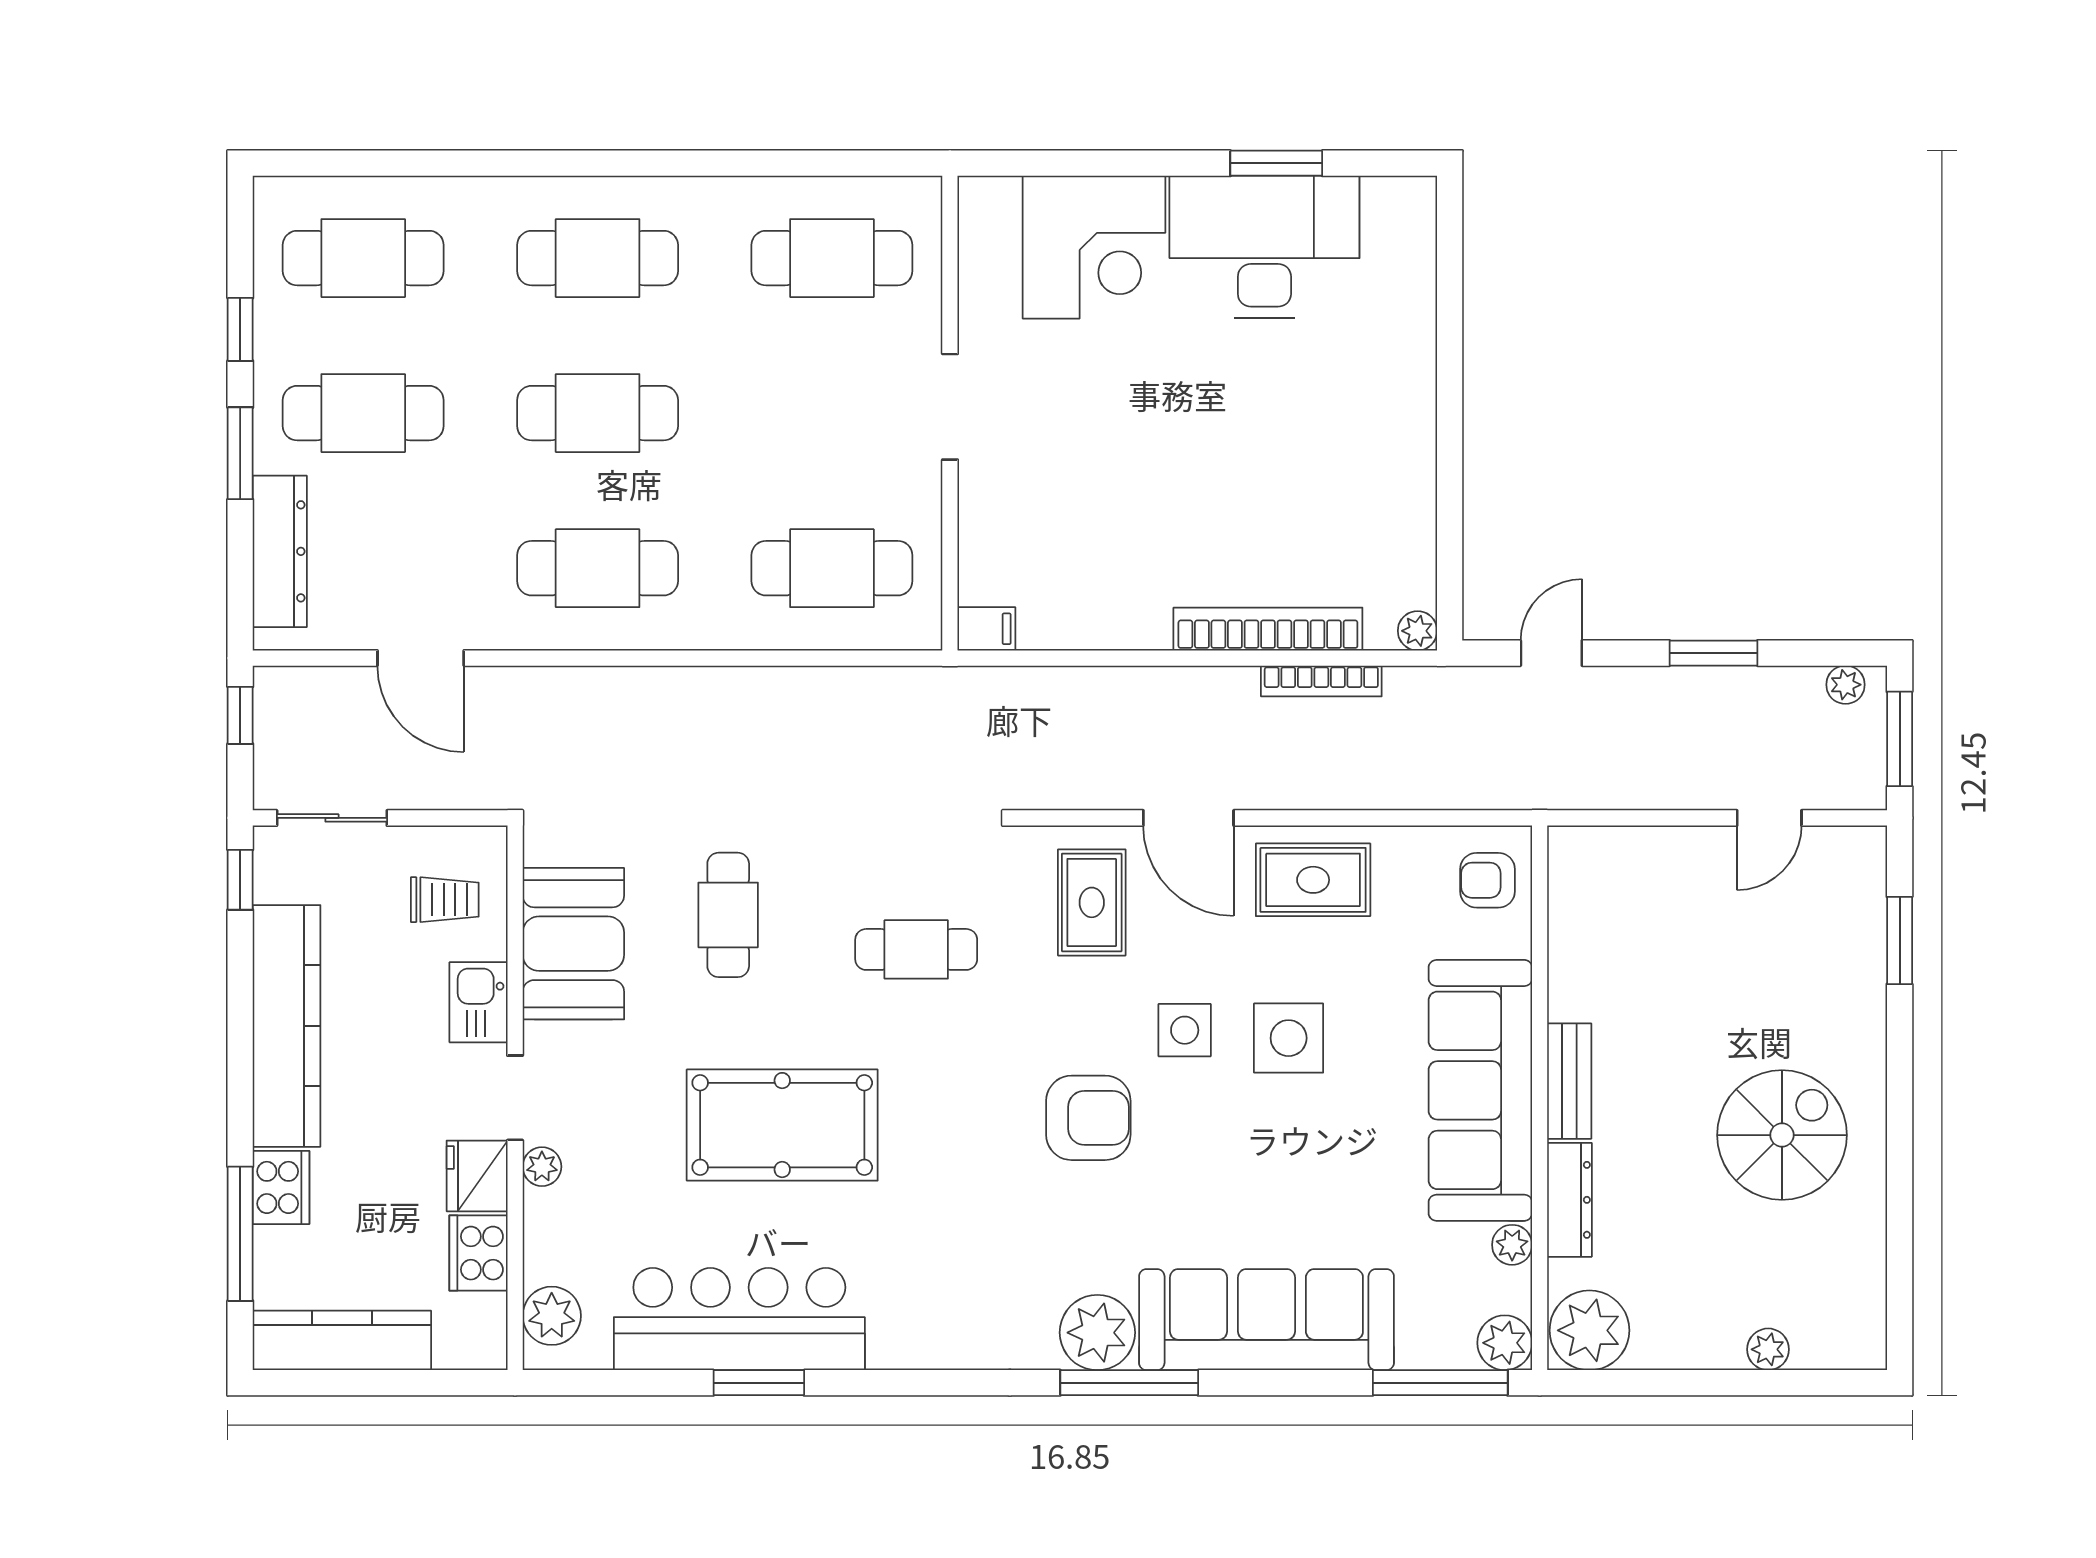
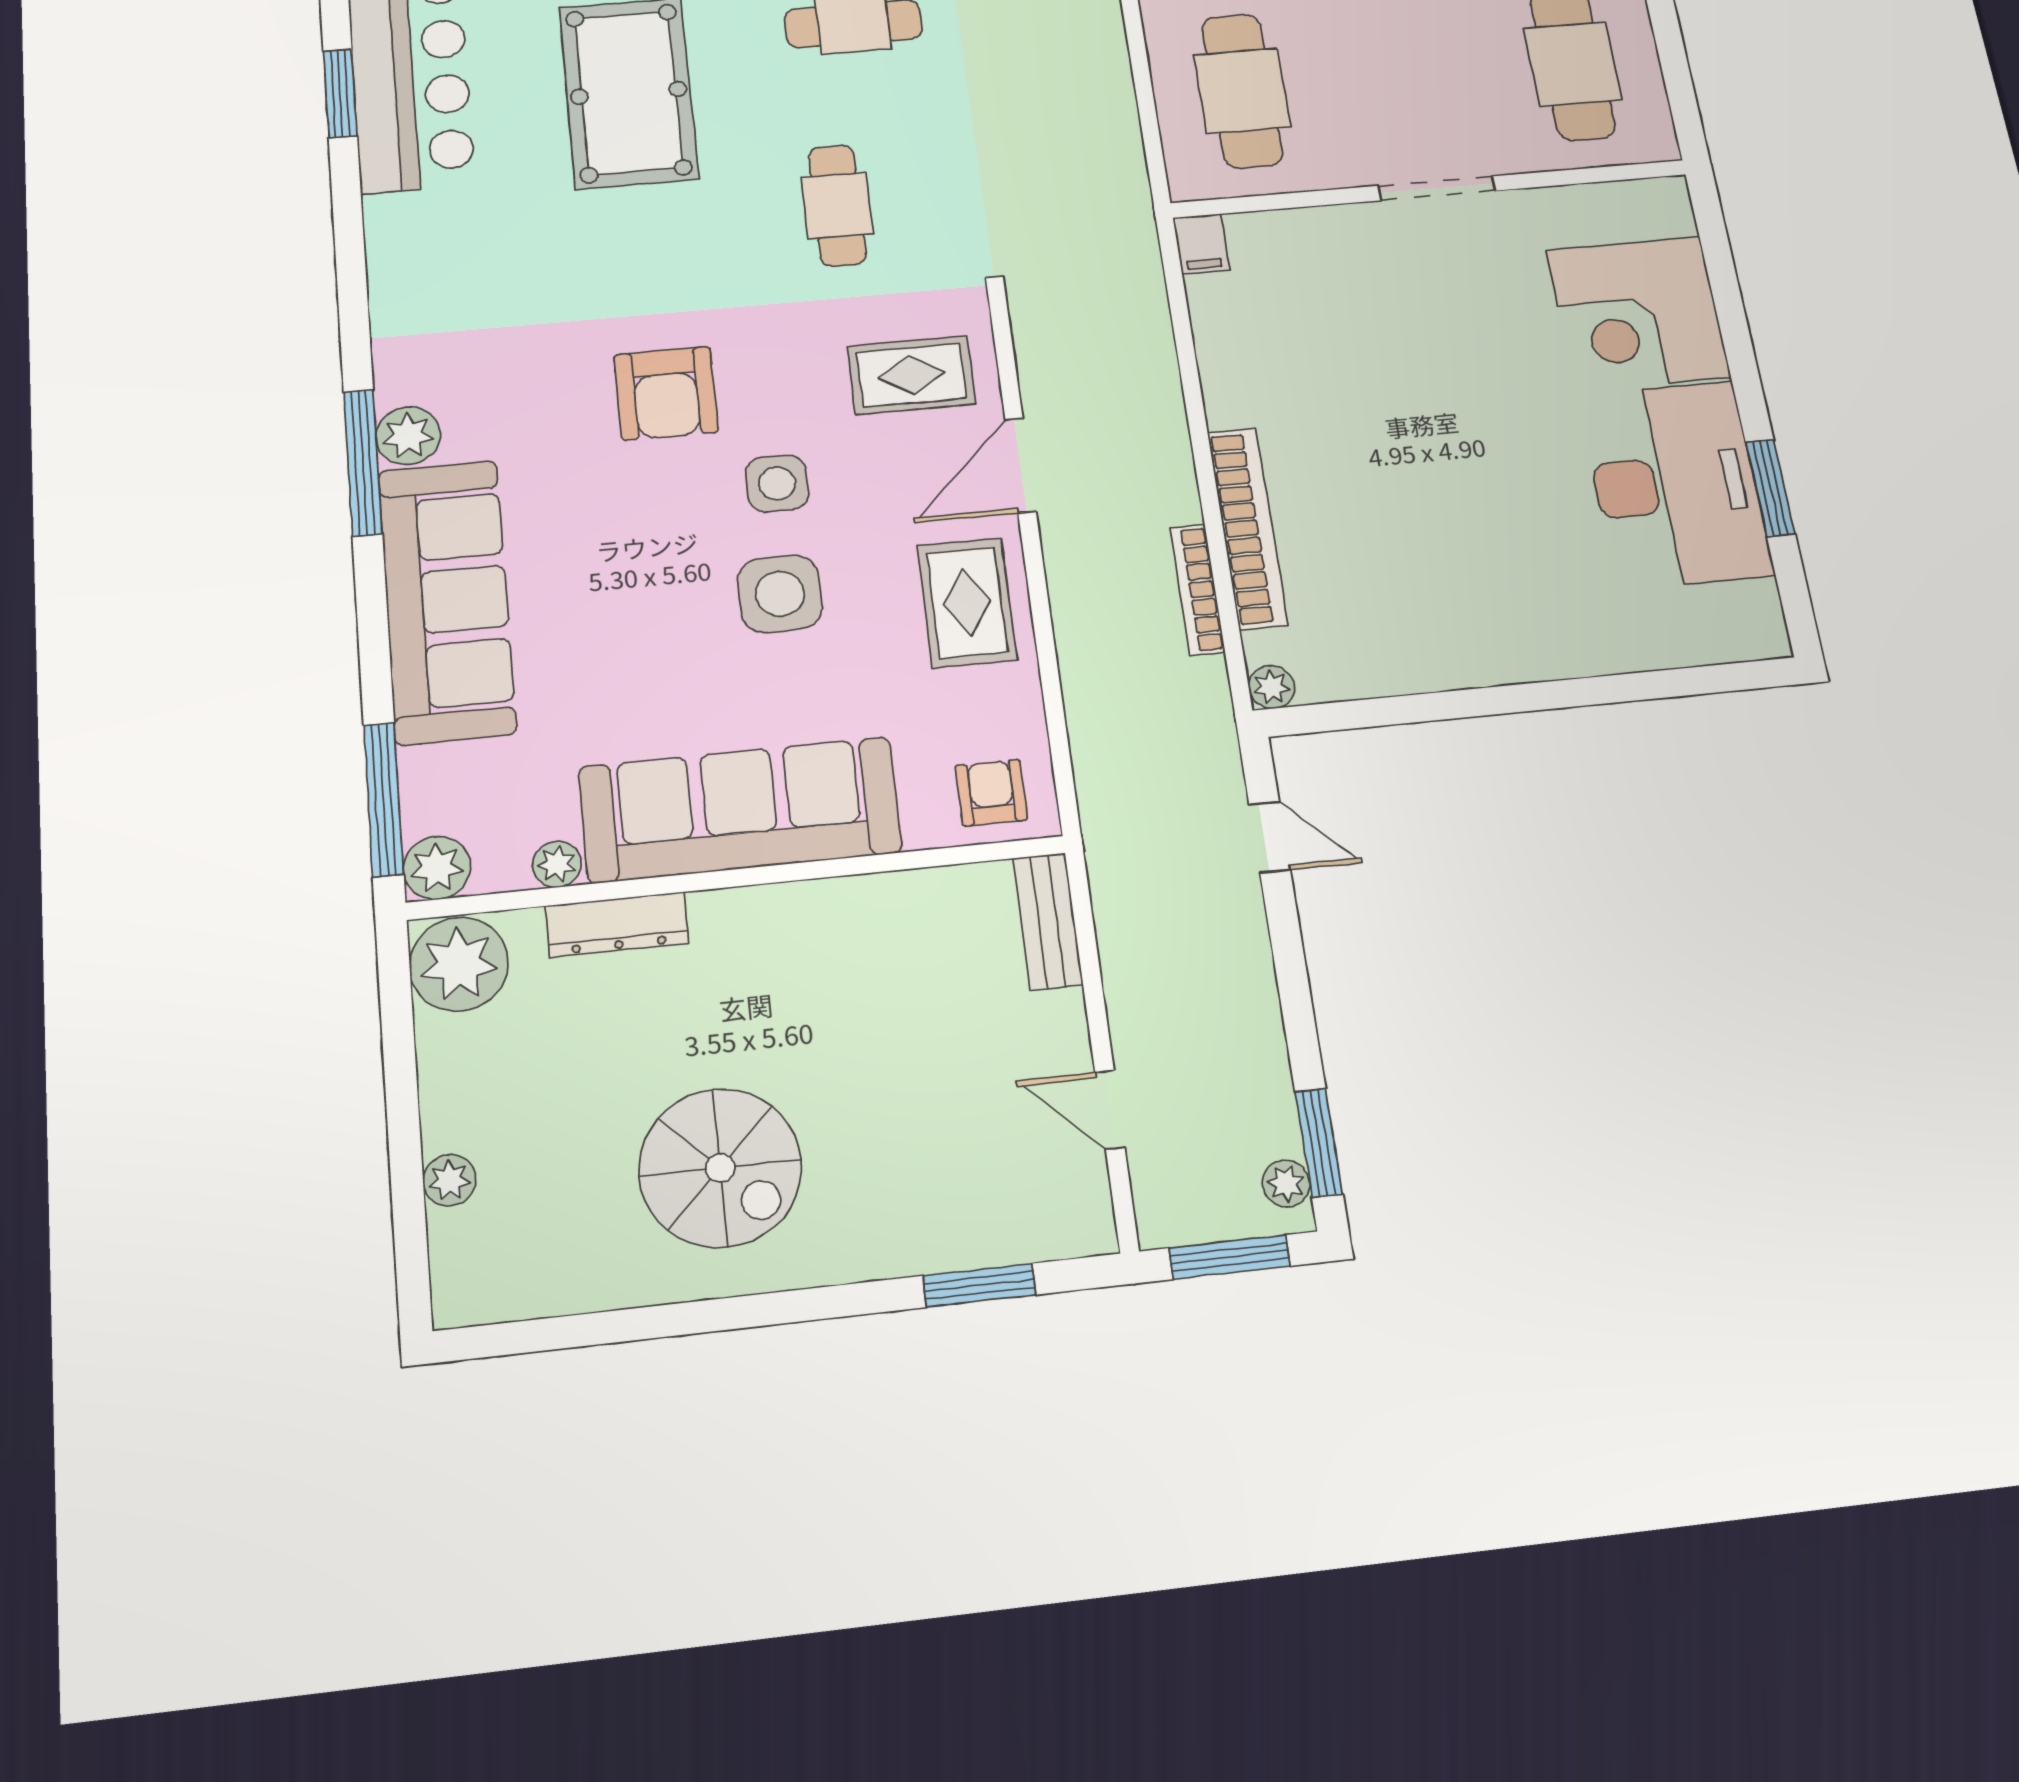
window: (1713, 653) -> (1319, 1143), moved
bench: (1569, 1081) -> (1048, 921), moved, turned 90
plant: (1097, 1333) -> (408, 436), width x0.73, depth x0.73

